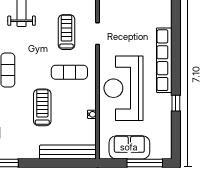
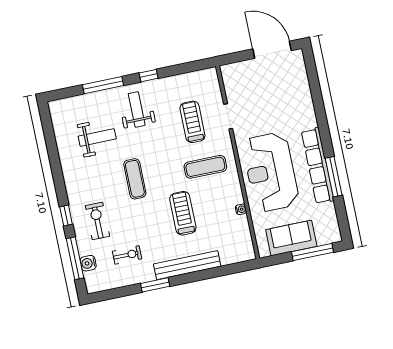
row of seats: (164, 60) -> (318, 166), moved
window: (176, 103) -> (334, 177), width x2.17
bench: (68, 152) -> (187, 265), moved

